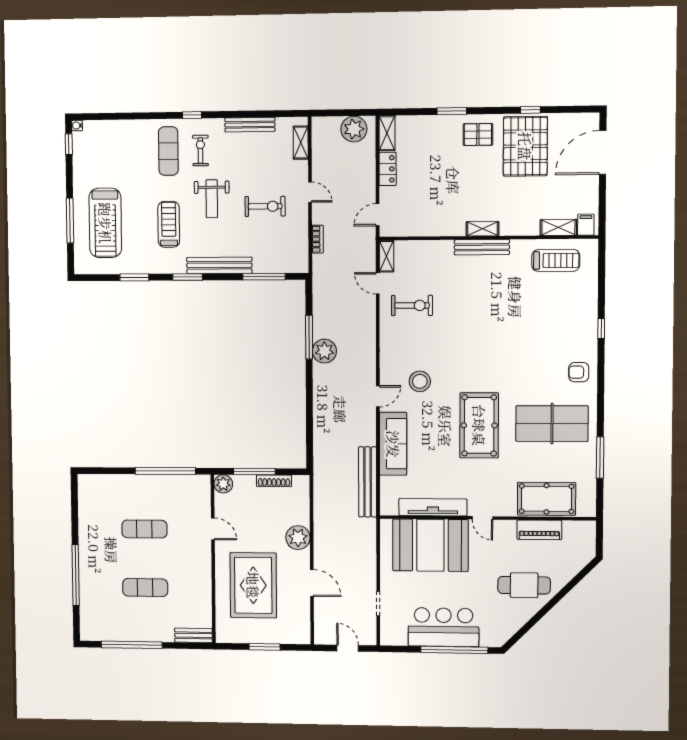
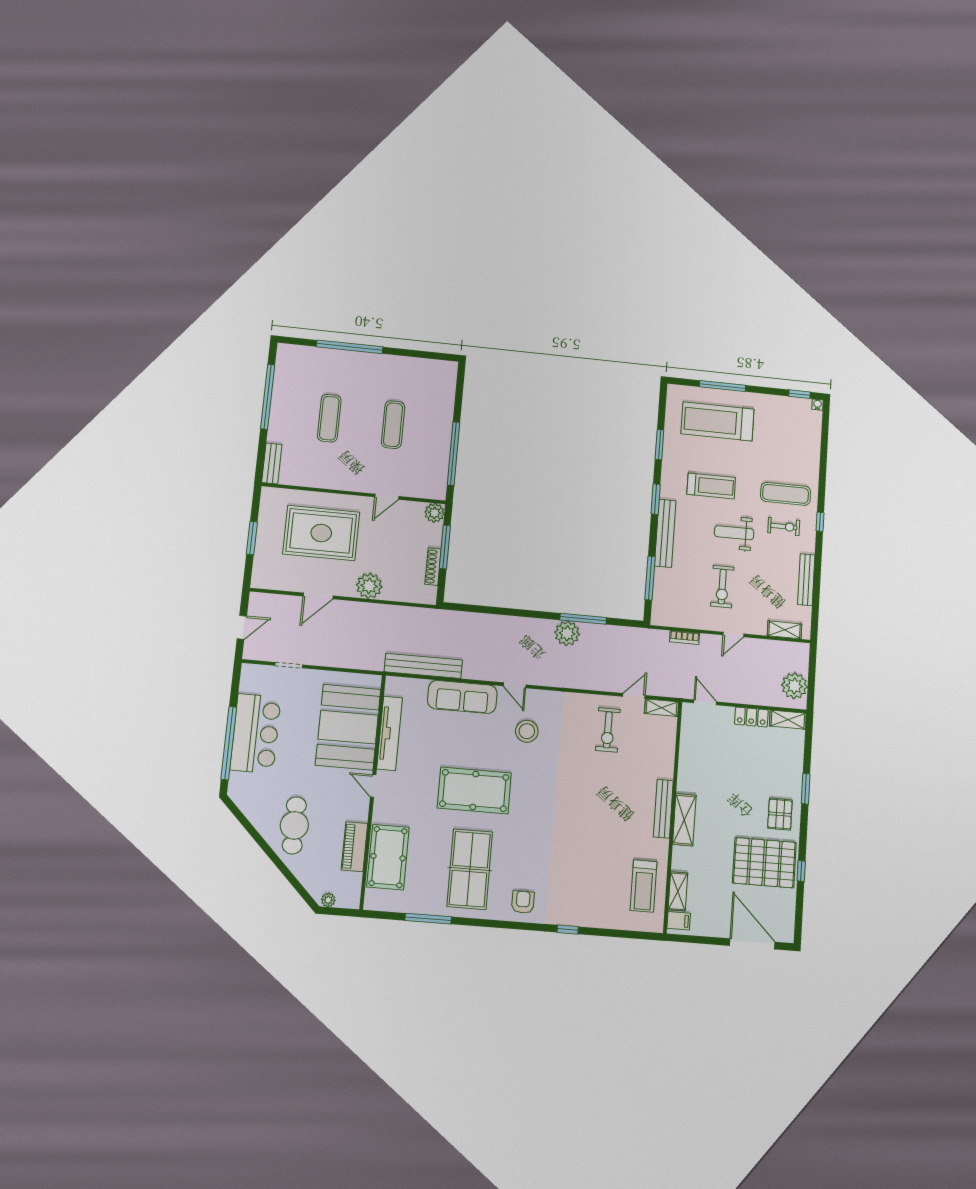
shelving: (482, 229) -> (684, 820), width x1.50, depth x1.33
door: (482, 518) -> (373, 786), hinge flipped
plant: (589, 549) -> (328, 900), added

